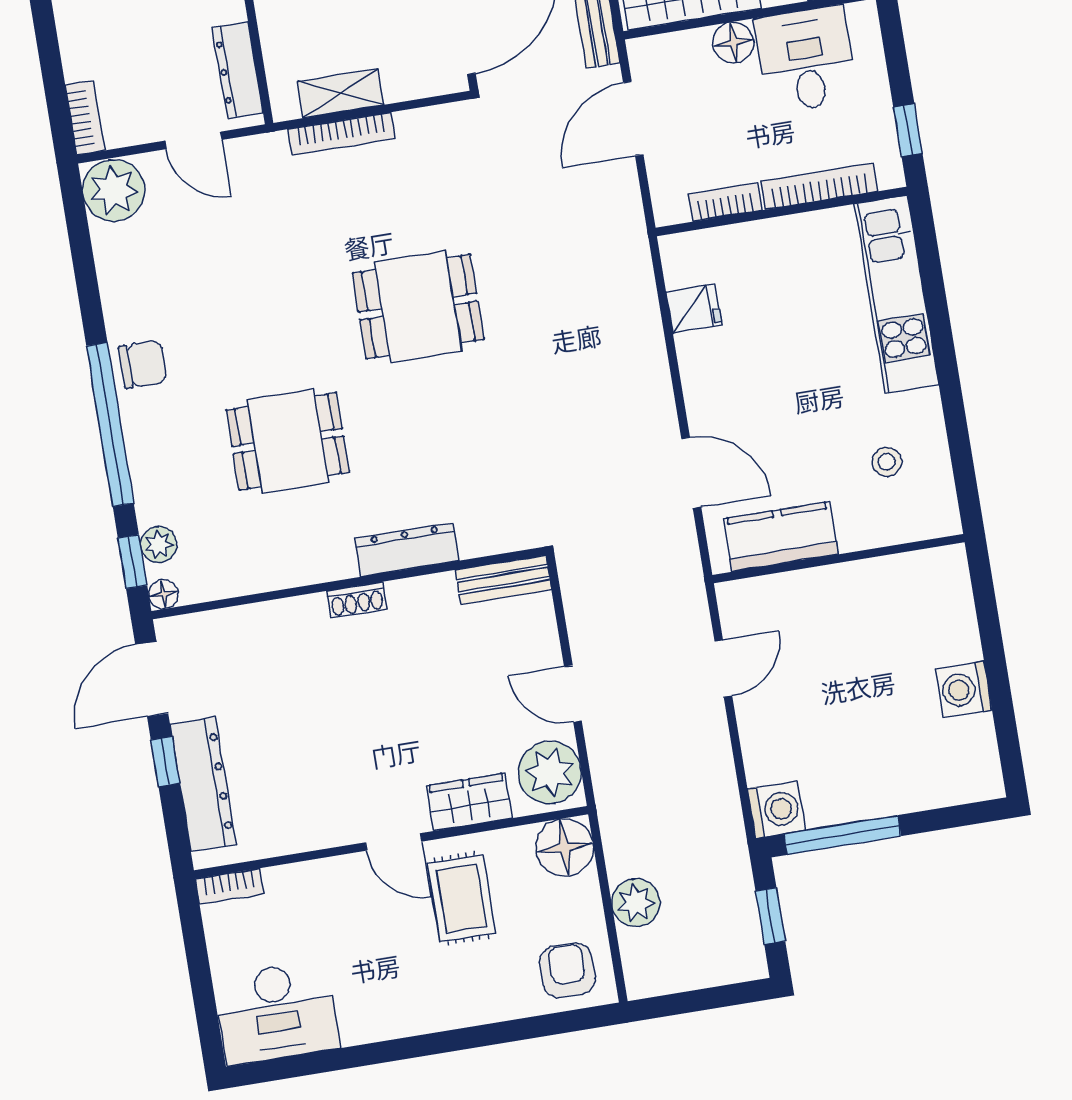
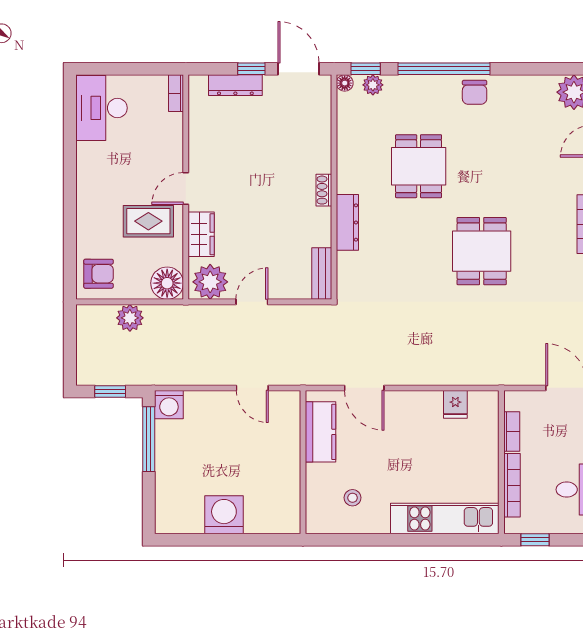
door: (691, 473) -> (364, 388), hinge flipped
washing machine: (964, 689) -> (224, 515), width x1.37, depth x1.37
dresser: (203, 784) -> (235, 85), width x0.73, depth x0.80

